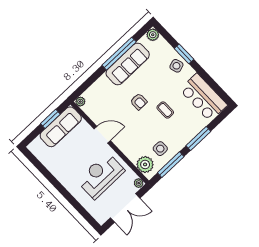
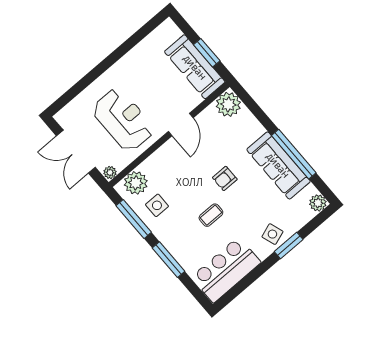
plant: (80, 102) -> (228, 104), width x1.87, depth x1.87

